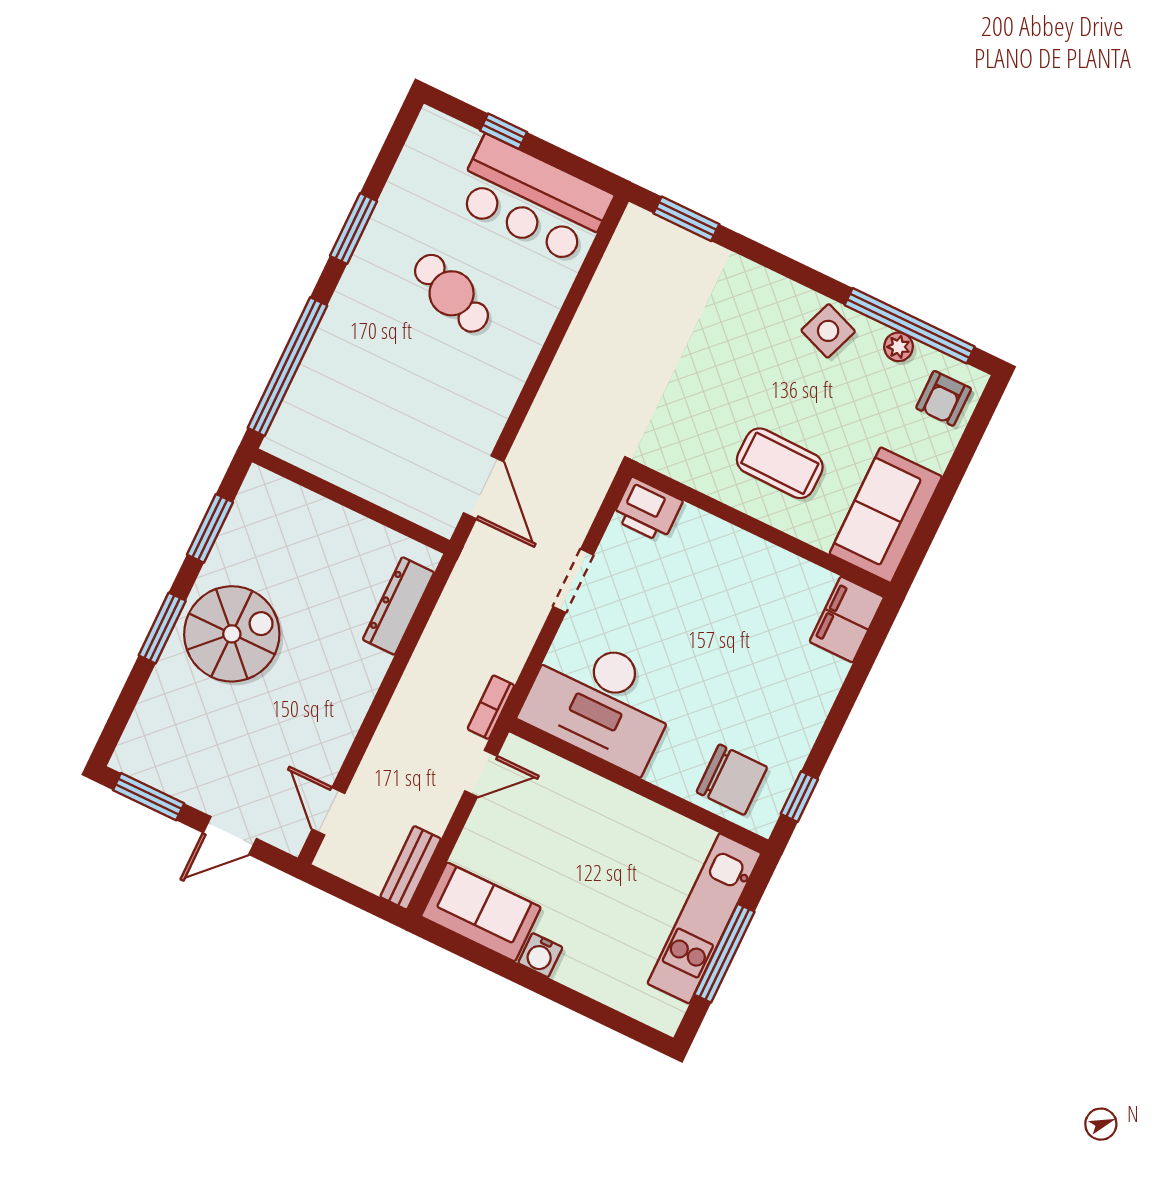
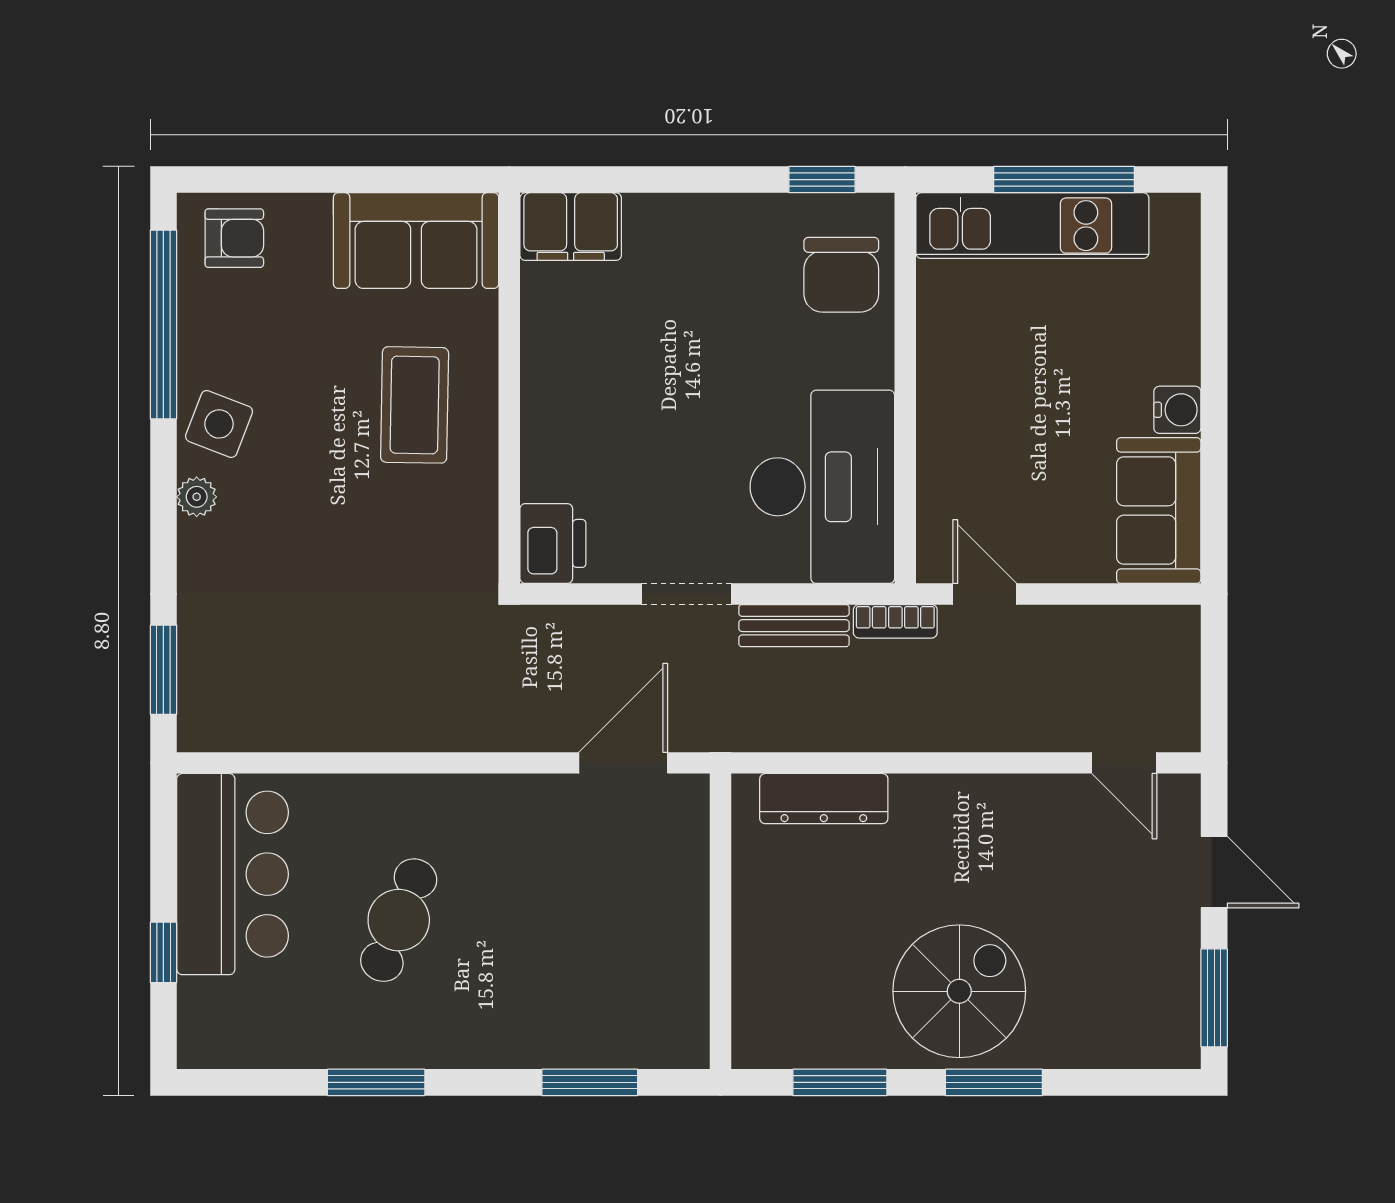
plant: (899, 347) -> (197, 497), moved
window: (287, 367) -> (590, 1082), width x0.47
spiral stairs: (232, 634) -> (959, 991), turned 90
chair: (732, 780) -> (841, 275), turned 180
door: (328, 811) -> (1124, 763), hinge flipped
bench: (411, 868) -> (794, 626), moved

